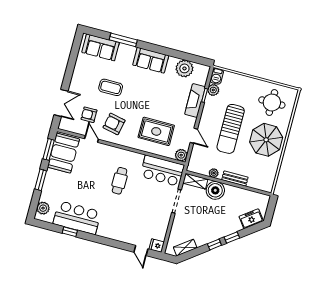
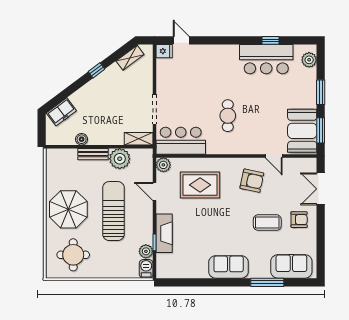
plant: (184, 68) -> (186, 268), removed
armchair: (89, 115) -> (299, 220), moved
plant: (214, 173) -> (120, 159), width x1.88, depth x1.88
boiler: (215, 190) -> (82, 139), moved, width x0.54, depth x0.54
window: (232, 237) -> (78, 84), removed

